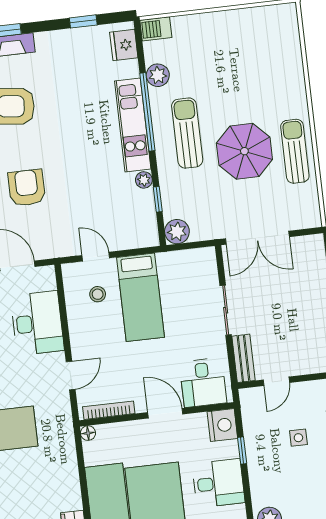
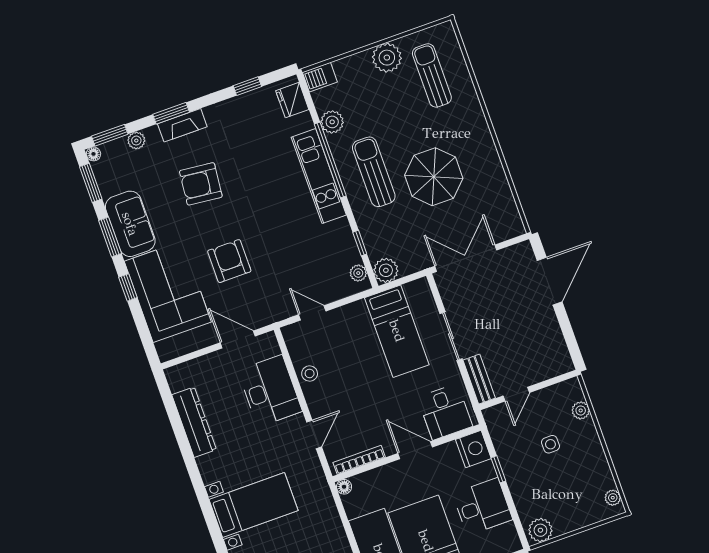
plant: (225, 25) -> (387, 58), added
sun lounger: (295, 151) -> (432, 75), moved
plant: (144, 180) -> (358, 273), moved
double door: (257, 238) -> (466, 258), swing flipped
stool: (98, 294) -> (310, 373), moved
bed: (140, 297) -> (397, 331), moved

